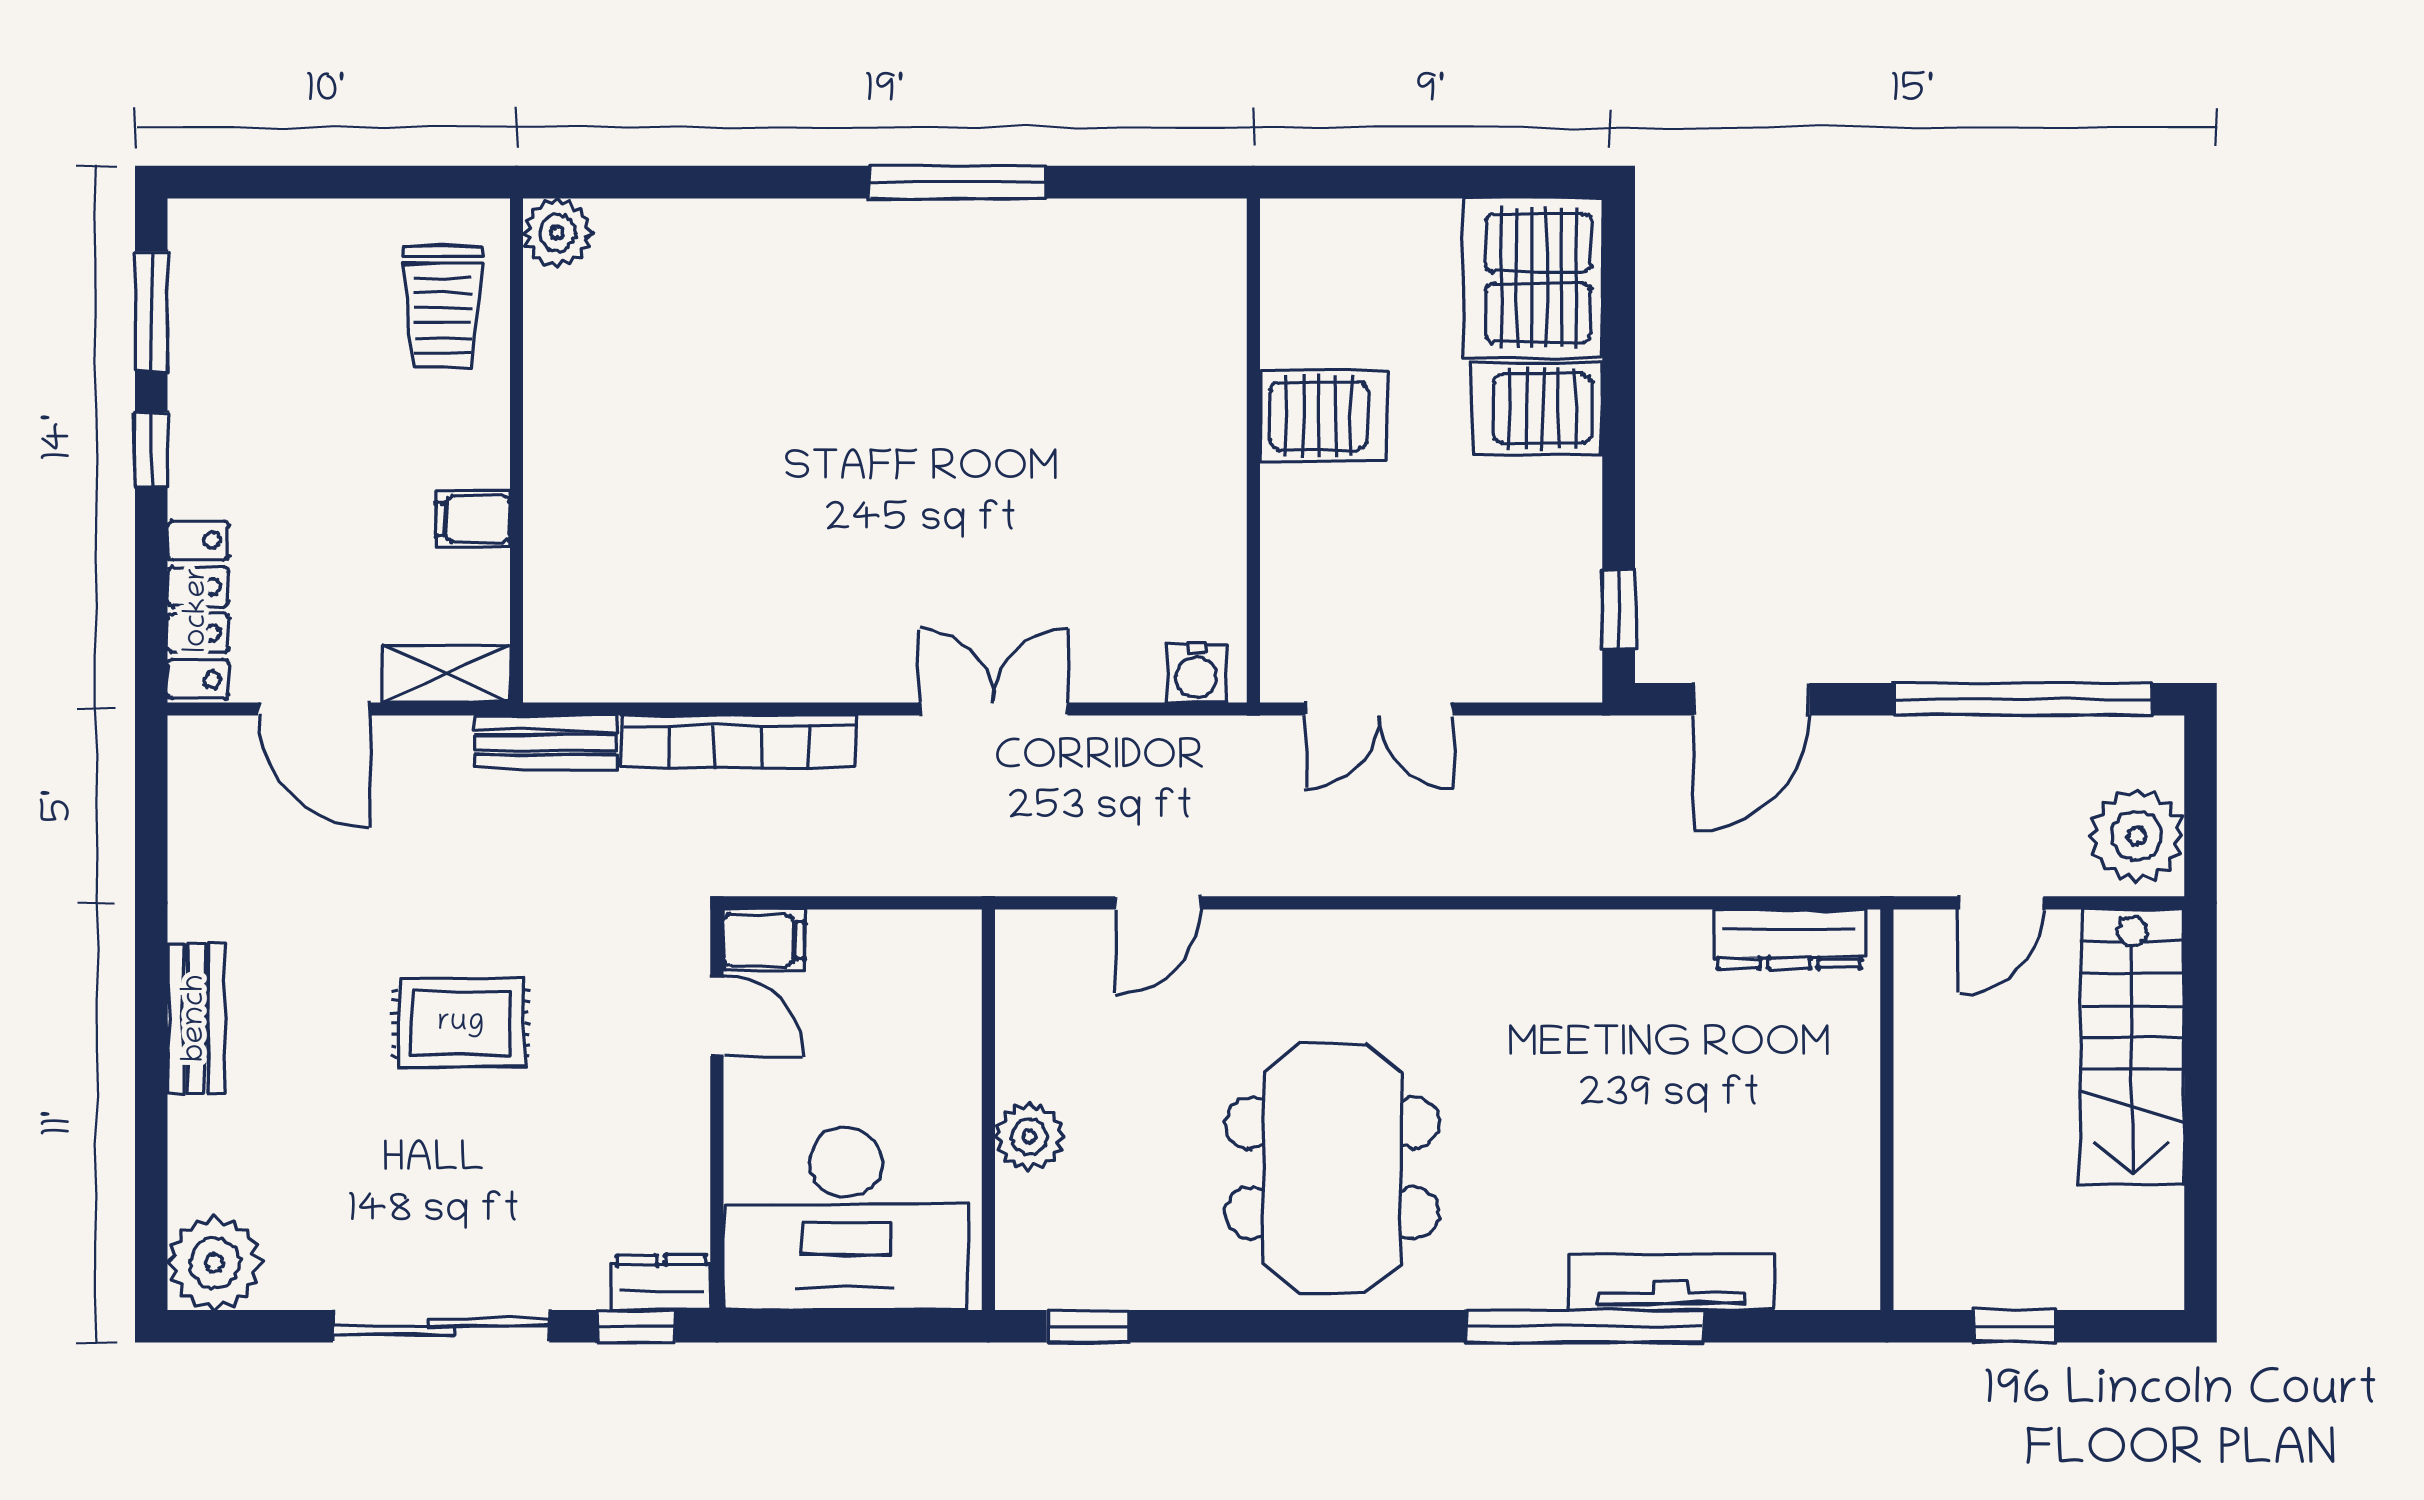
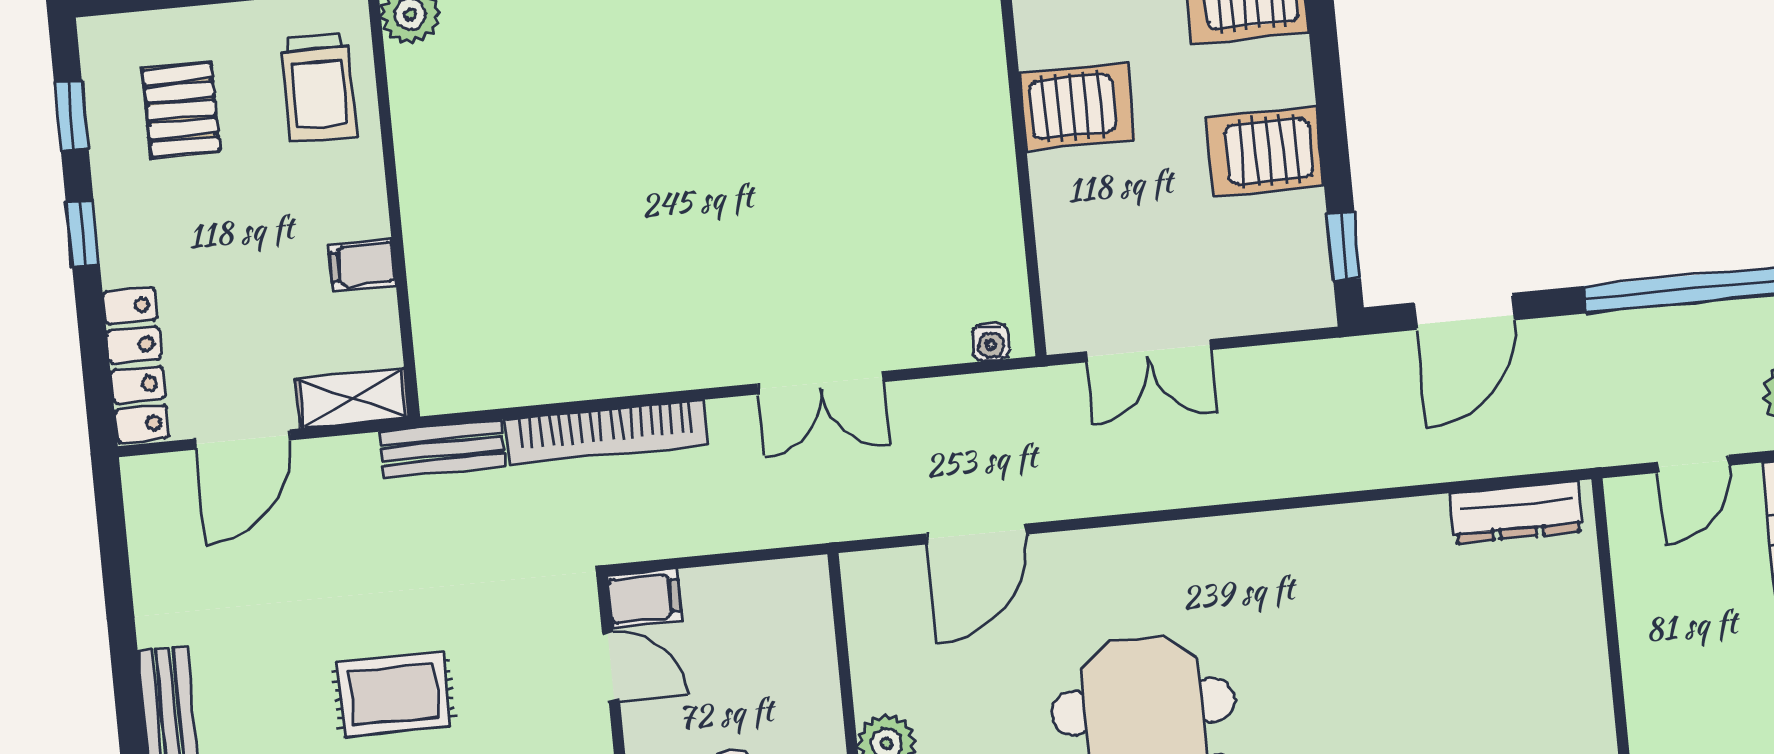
window: (151, 311) -> (71, 115), width x0.67
pallet: (280, 319) -> (181, 110), added
server rack: (1537, 409) -> (1265, 151), moved
water cooler: (1196, 673) -> (991, 342), width x0.72, depth x0.72
door: (314, 709) -> (243, 439), hinge flipped
double door: (994, 709) -> (821, 383), swing flipped
door: (1158, 903) -> (976, 534), width x1.38

